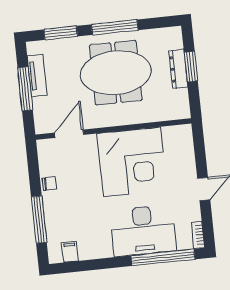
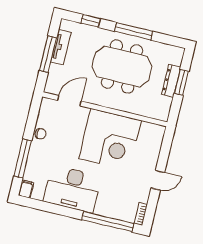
window: (61, 33) -> (91, 21), width x0.67
desk: (143, 231) -> (72, 189), moved
filing cabinet: (70, 252) -> (26, 189), moved

